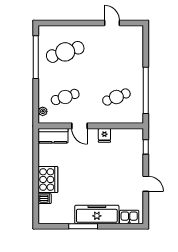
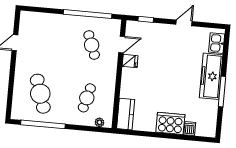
cafe table: (65, 97) -> (87, 98), turned 33
door: (79, 126) -> (122, 45), moved

